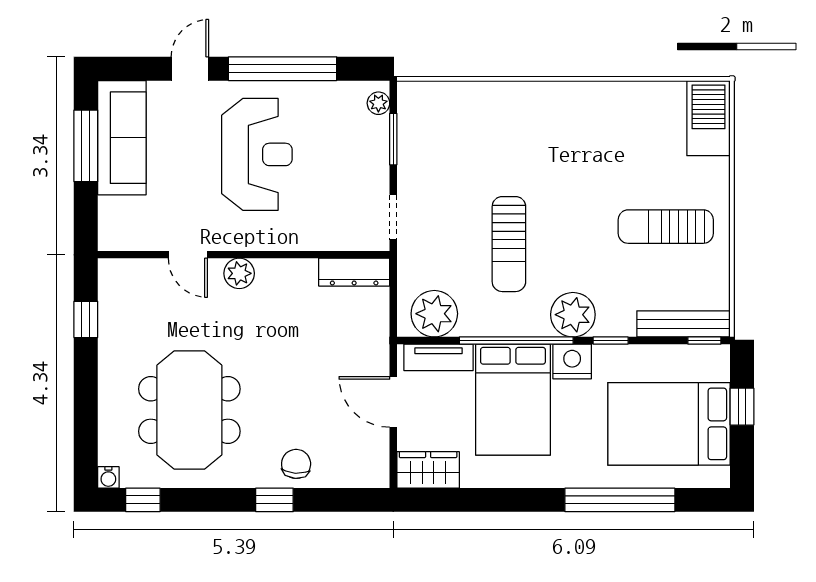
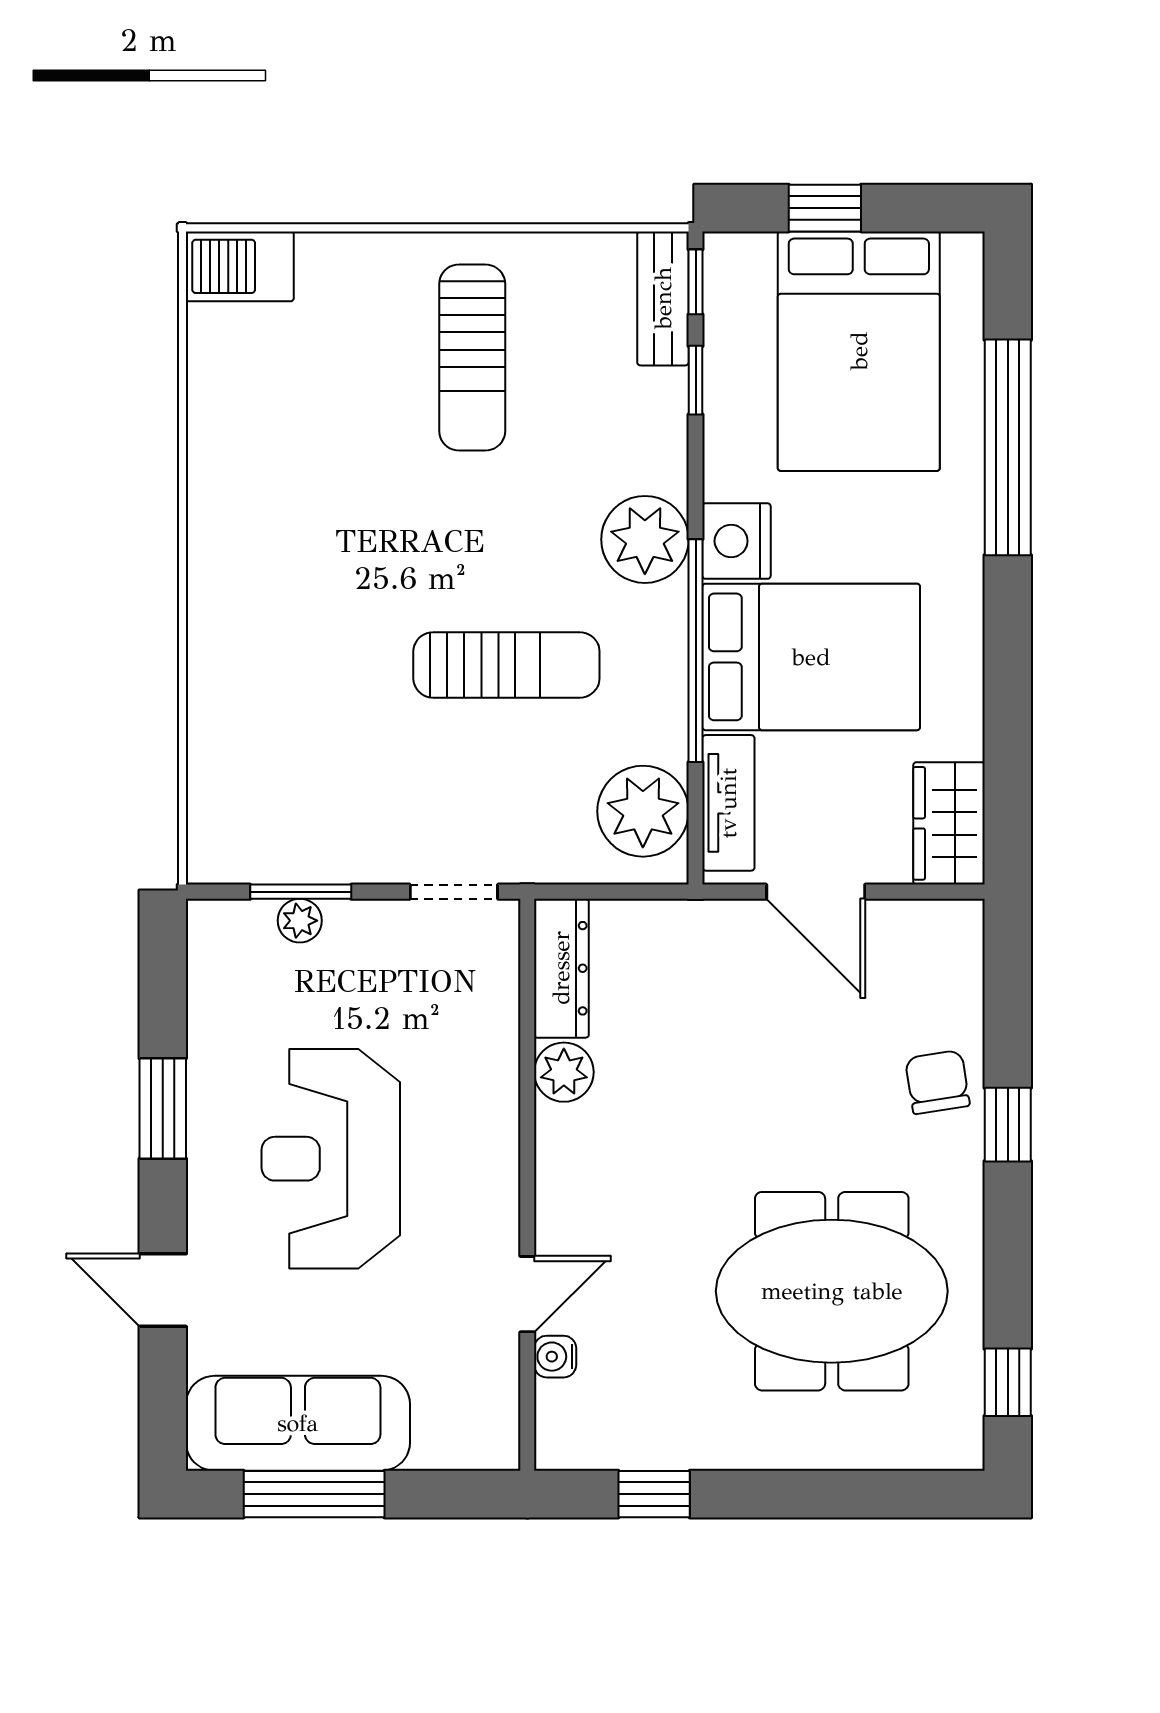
window: (283, 69) -> (163, 1109), width x0.47
plant: (378, 103) -> (300, 921), moved
barbecue: (709, 118) -> (240, 266), width x0.73, depth x0.83
reception desk: (257, 154) -> (331, 1159), turned -90
plant: (239, 273) -> (564, 1072), moved
bench: (683, 324) -> (663, 298), width x0.73
window: (611, 341) -> (696, 380), moved
door: (393, 402) -> (816, 892), hinge flipped
chair: (296, 464) -> (937, 1082), turned 77
water cooler: (108, 477) -> (555, 1357), moved, turned 180

